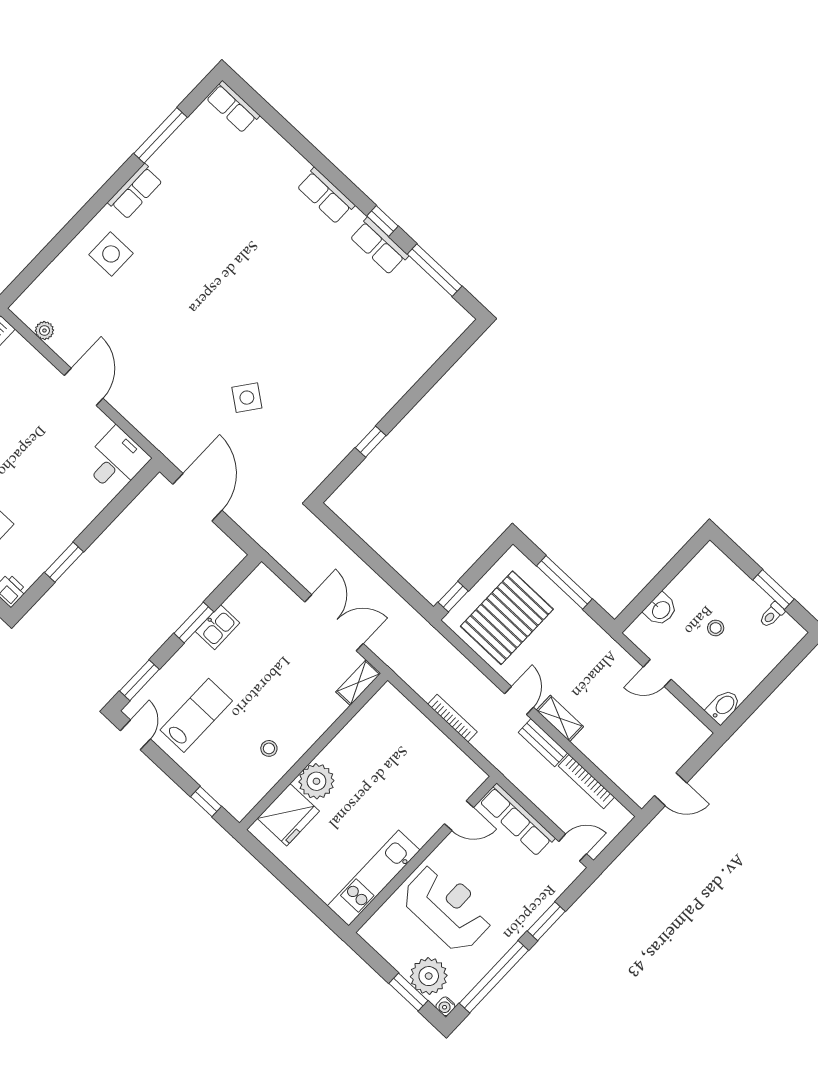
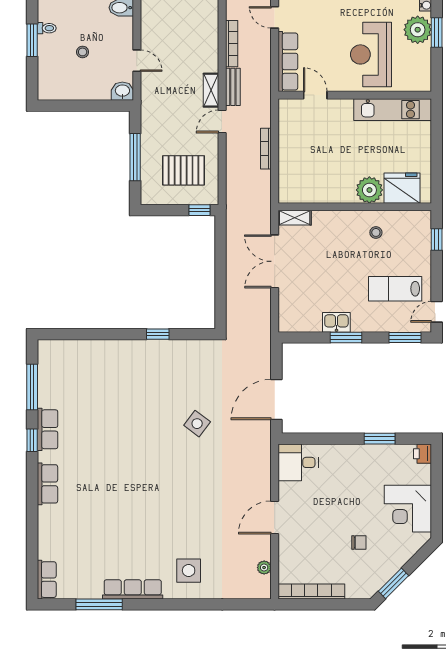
row of seats: (135, 191) -> (133, 589), width x1.48
washbasin: (661, 610) -> (122, 91), moved
pallet: (507, 618) -> (184, 170), width x0.73, depth x0.71

